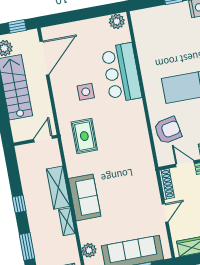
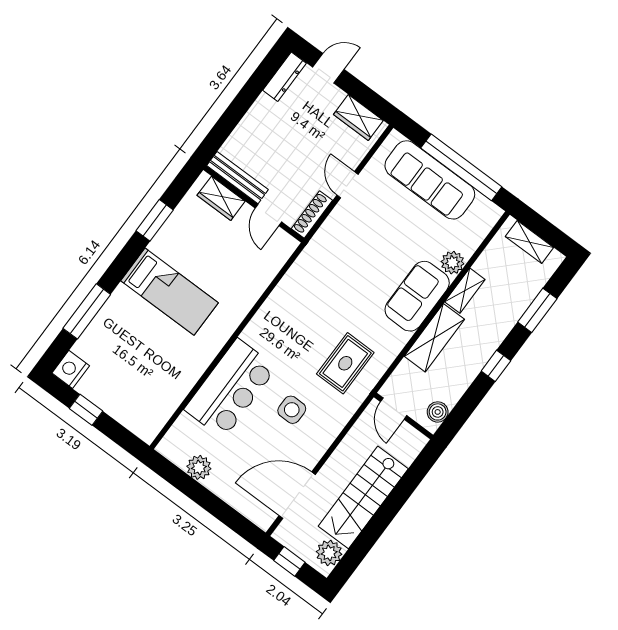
plant: (117, 21) -> (199, 467), moved
armchair: (168, 130) -> (248, 272), removed
door: (43, 139) -> (394, 409), hinge flipped
boiler: (23, 158) -> (438, 412), added
door: (165, 213) -> (348, 185), hinge flipped
plant: (89, 250) -> (453, 263), moved

